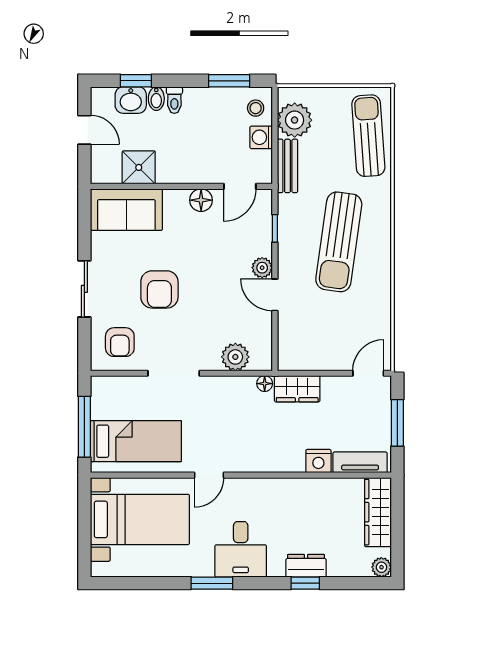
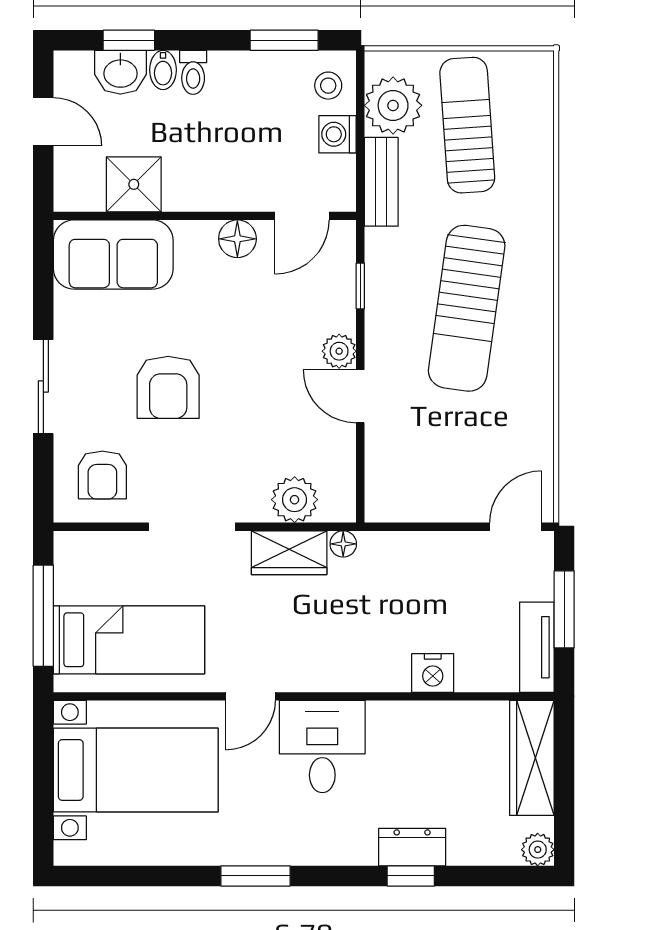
sun lounger: (368, 136) -> (467, 125), moved
wardrobe: (297, 389) -> (289, 553), moved
tv unit: (360, 462) -> (537, 647), moved, turned -90
desk: (241, 549) -> (322, 747), moved, turned 180

